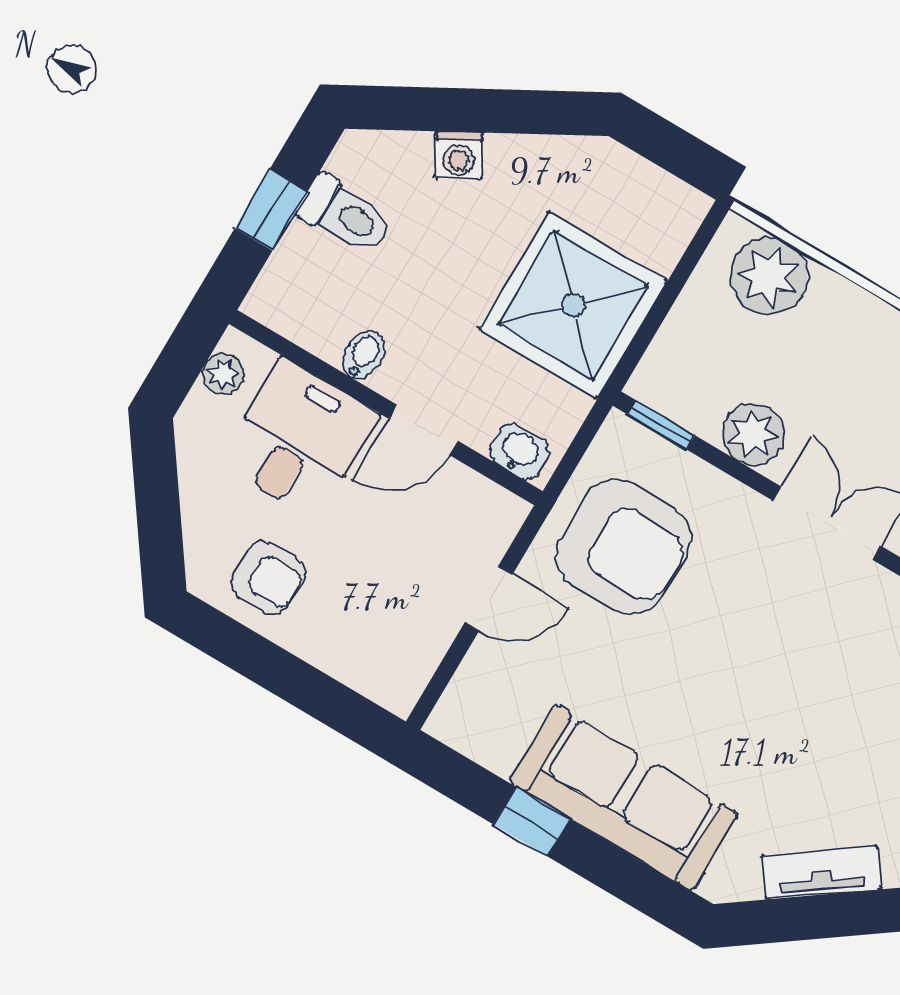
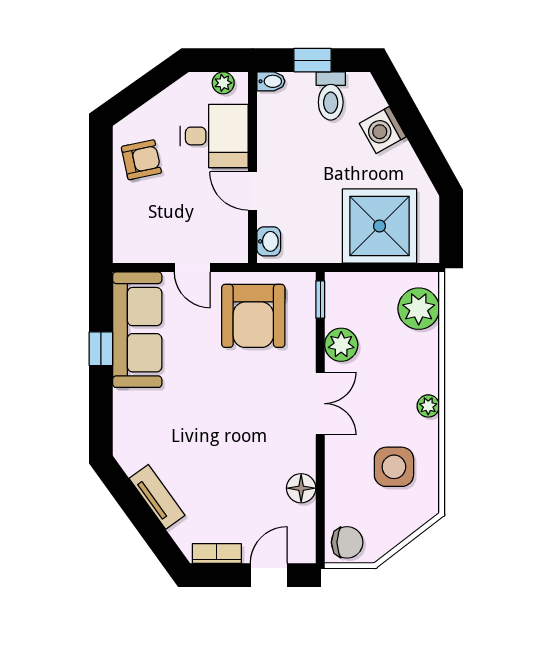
washing machine: (459, 155) -> (383, 130), width x1.38, depth x1.38
shower: (573, 305) -> (380, 226), moved
bidet: (364, 355) -> (271, 81), moved
armchair: (268, 578) -> (141, 160), turned -102
sofa: (624, 798) -> (137, 330), moved

